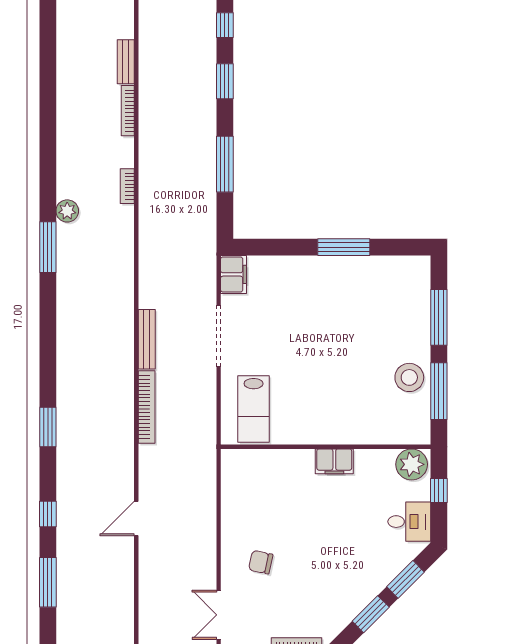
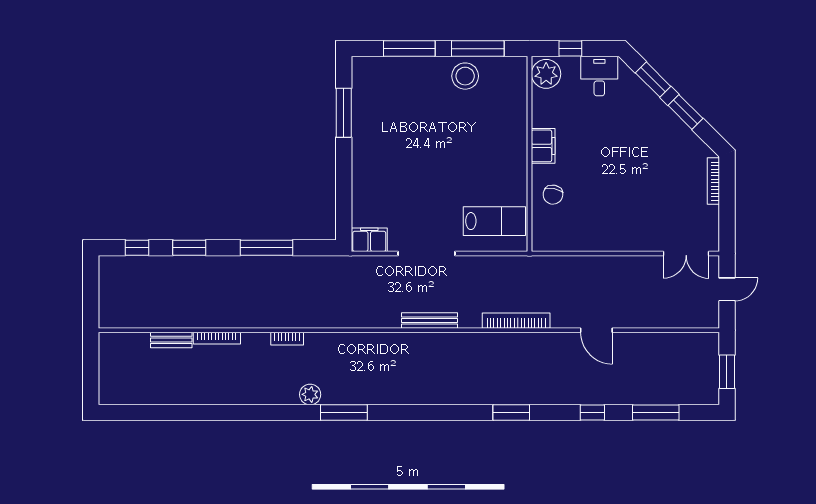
window: (344, 247) -> (344, 113), moved
bookcase: (147, 407) -> (516, 321), moved
chair: (261, 562) -> (553, 195), moved

